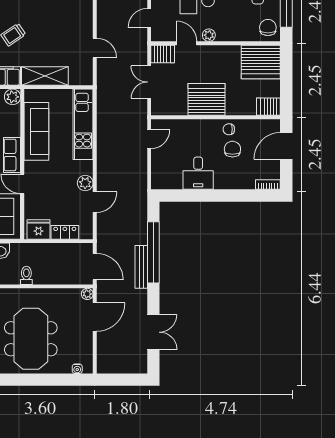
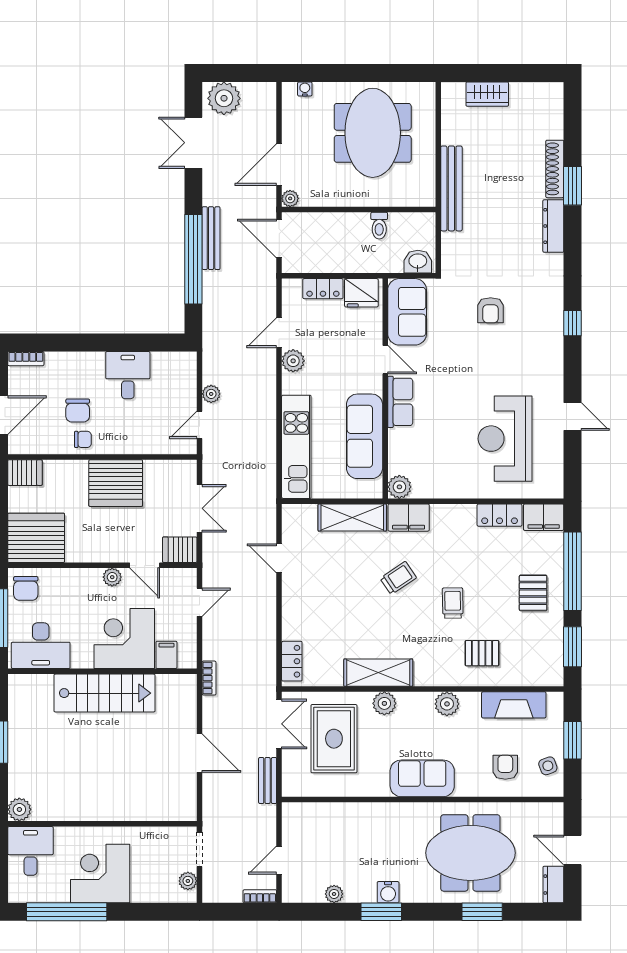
plant: (141, 160) -> (211, 394), added
plant: (132, 362) -> (224, 98), added

